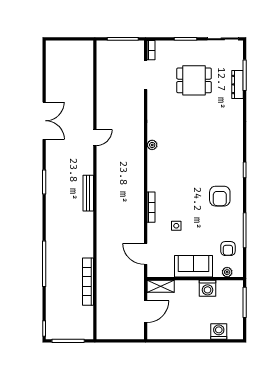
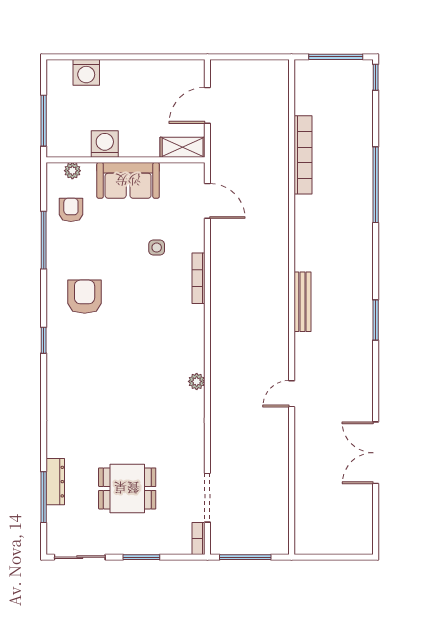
double door: (44, 121) -> (376, 453), moved

